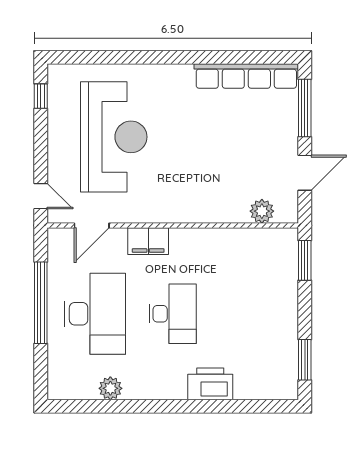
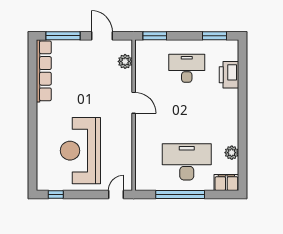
reception desk: (114, 137) -> (80, 151), turned -90
door: (92, 225) -> (134, 103), moved
filing cabinet: (148, 241) -> (226, 182), moved, turned -90
desk: (173, 314) -> (187, 68), moved
printer: (210, 384) -> (229, 75), moved

